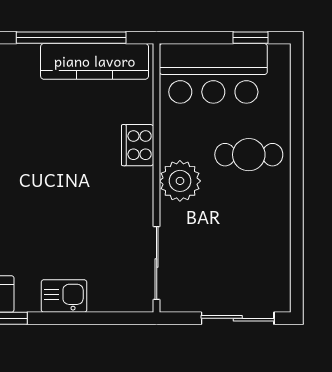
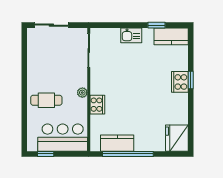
kitchen counter: (95, 61) -> (117, 143), width x0.67
plant: (180, 181) -> (82, 93), width x0.53, depth x0.53

